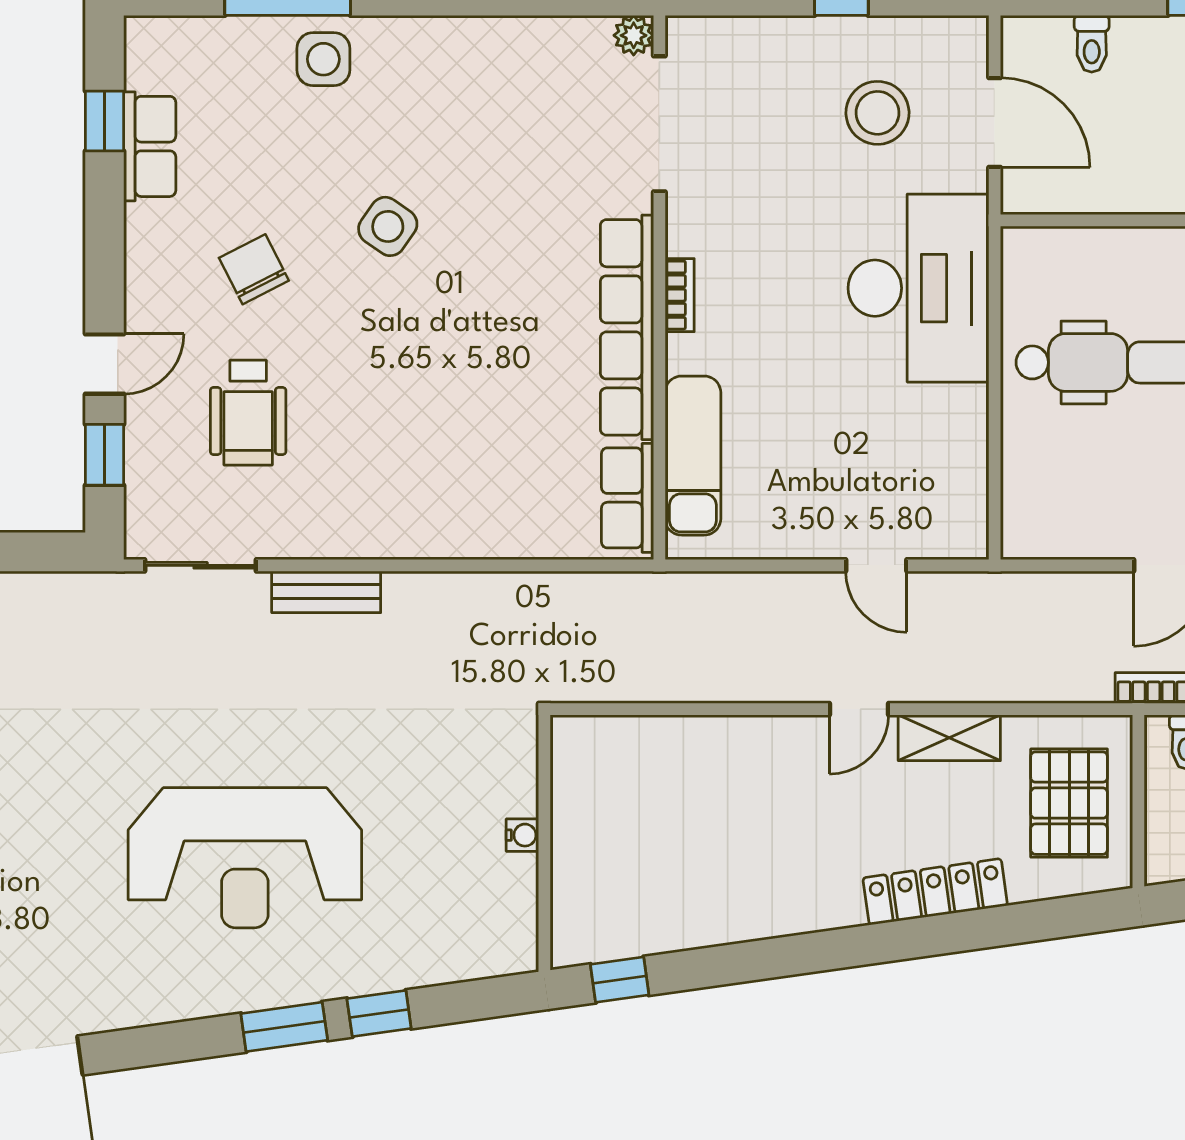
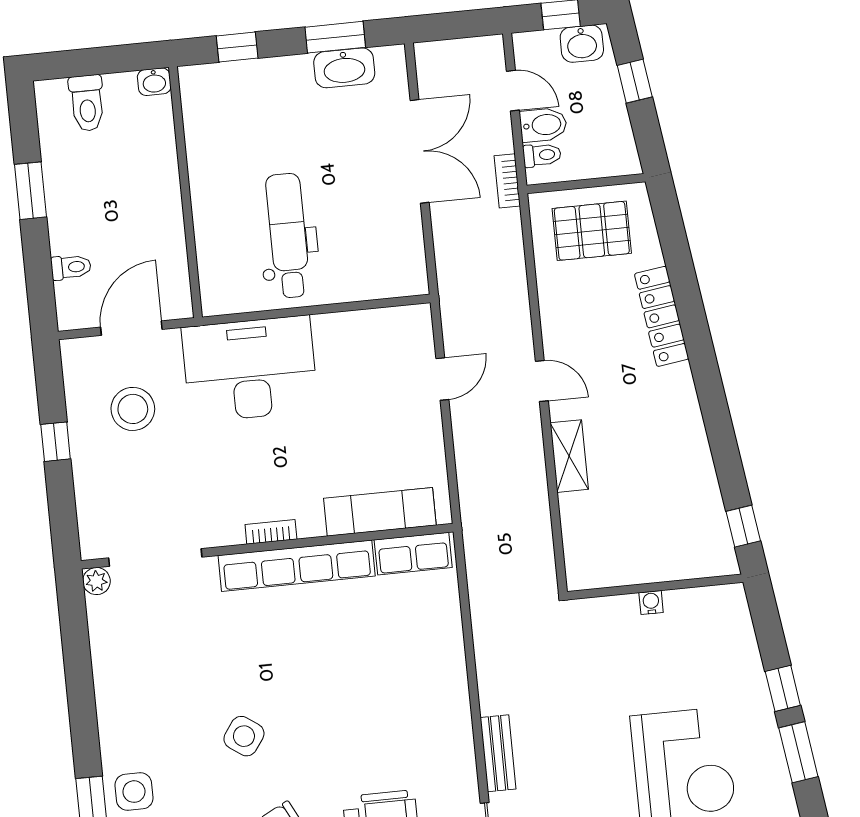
shelving: (949, 738) -> (569, 456), moved

